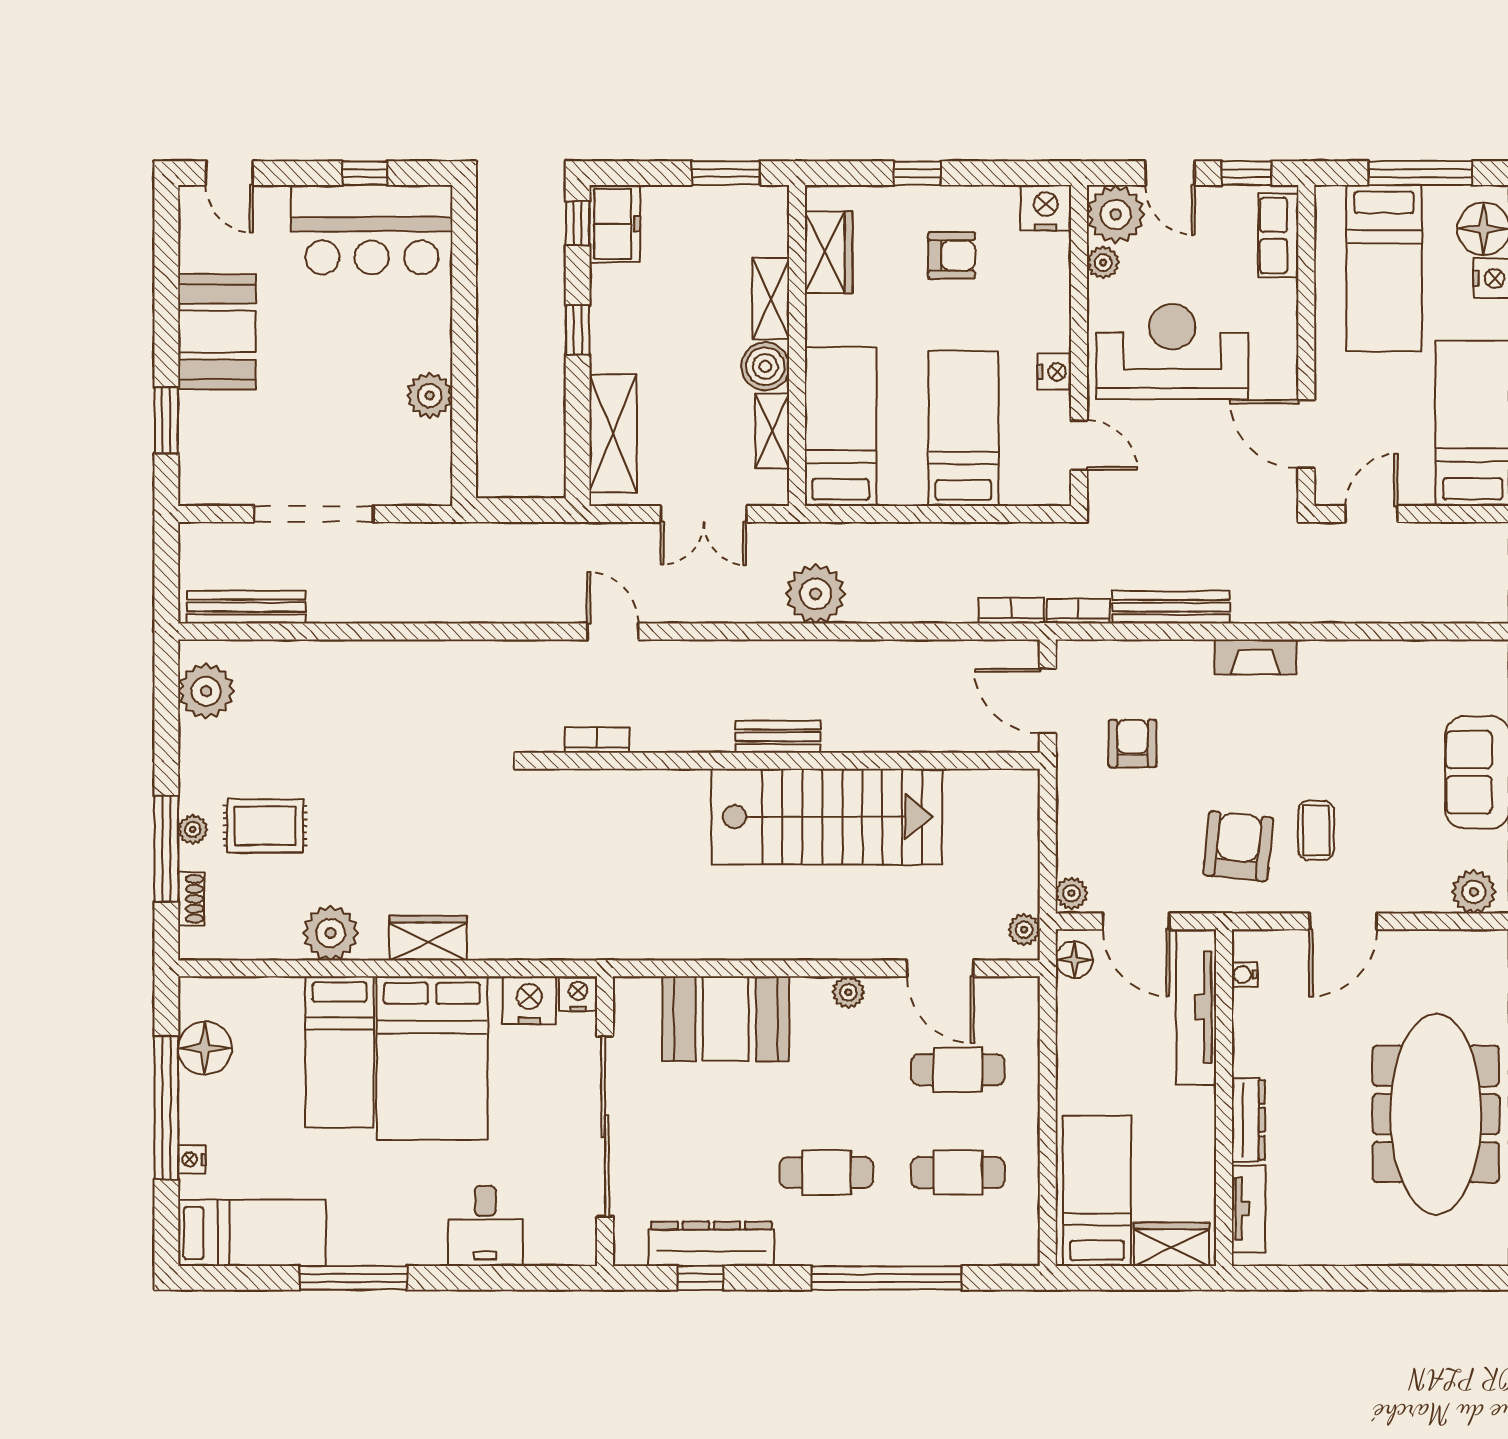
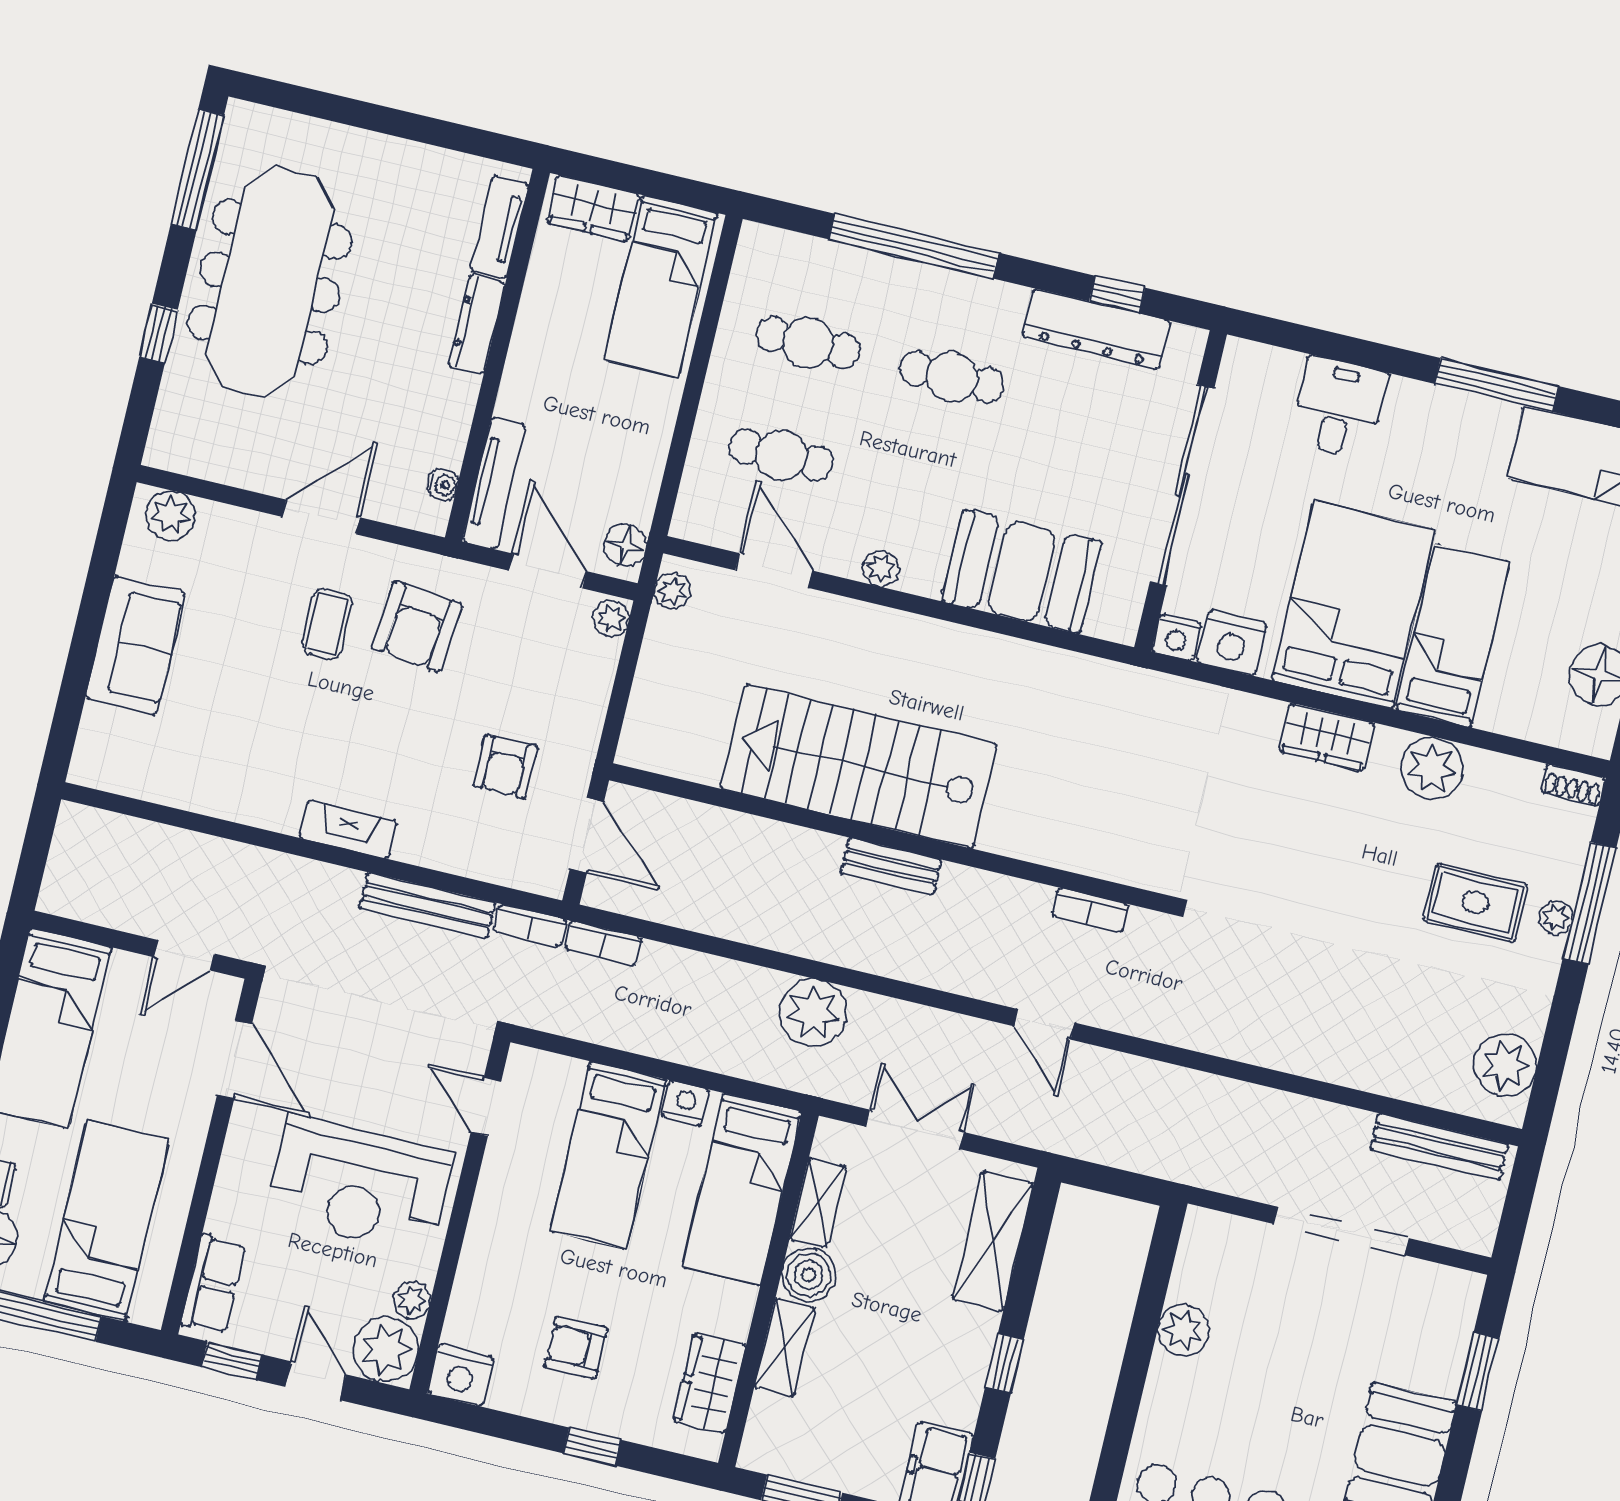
nightstand: (1054, 372) -> (685, 1103), moved, turned 90
shoe rack: (191, 899) -> (1573, 785), moved, turned -90
tv unit: (1196, 1007) -> (494, 483), width x0.73, depth x0.78

